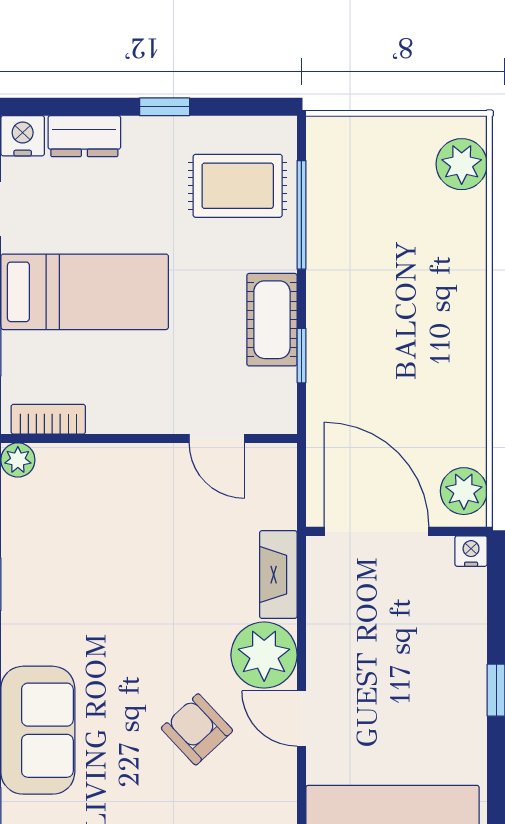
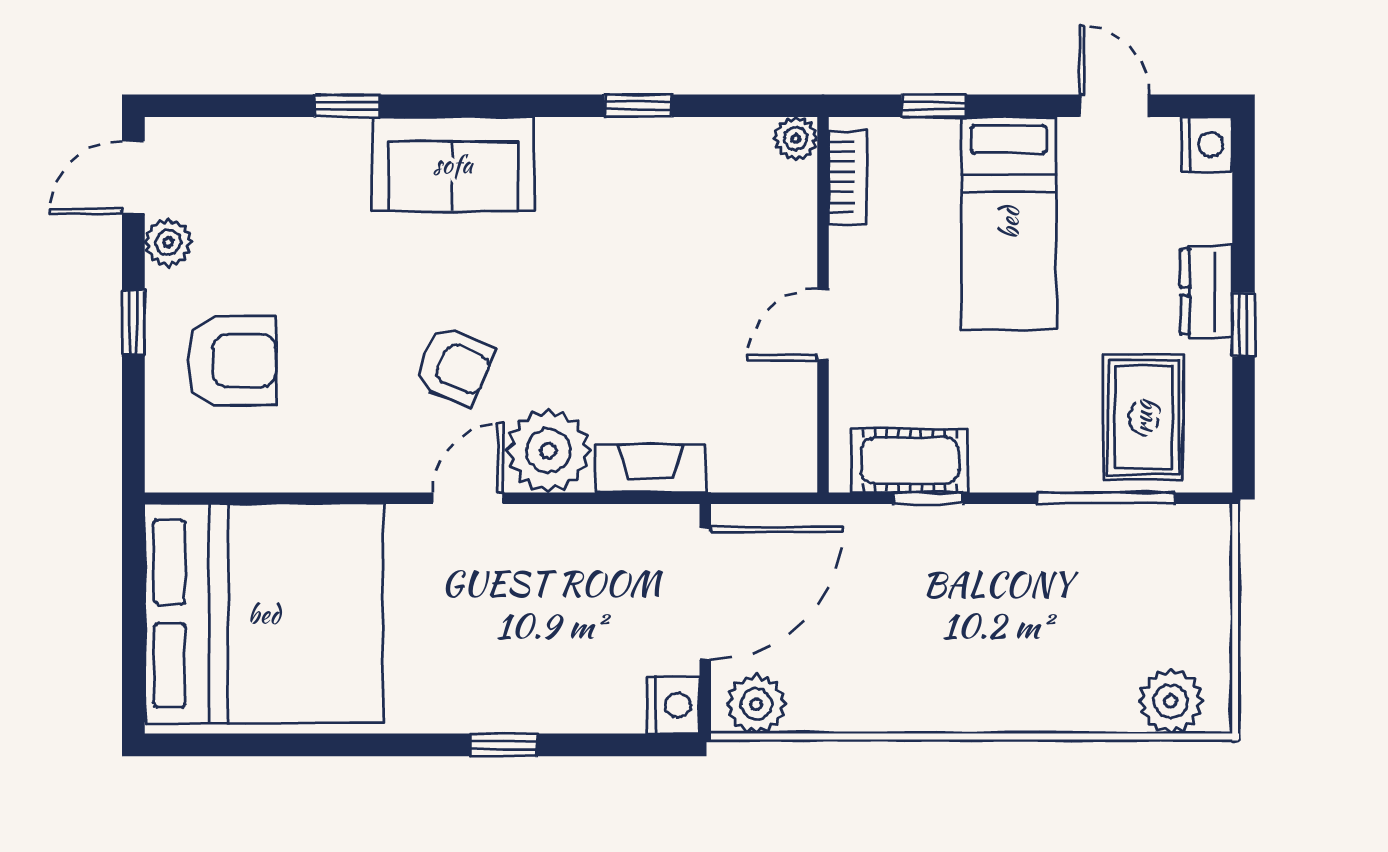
dresser: (84, 136) -> (1206, 291), moved
cot: (272, 320) -> (910, 461), moved
door: (217, 438) -> (823, 325), moved
nightstand: (471, 551) -> (673, 705), width x1.39, depth x1.35
armchair: (197, 729) -> (454, 366), turned 66

